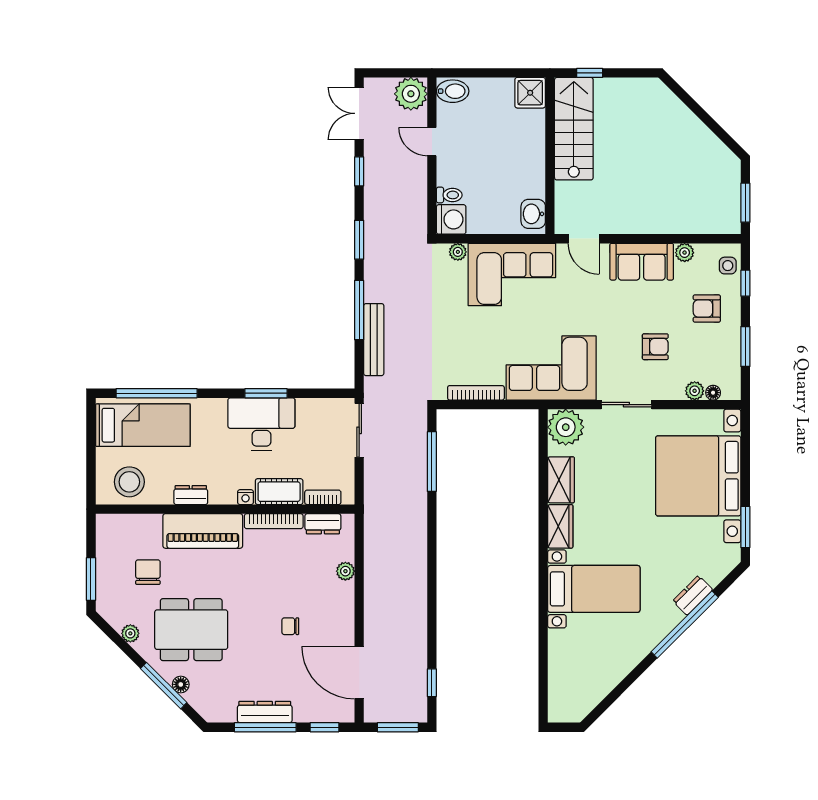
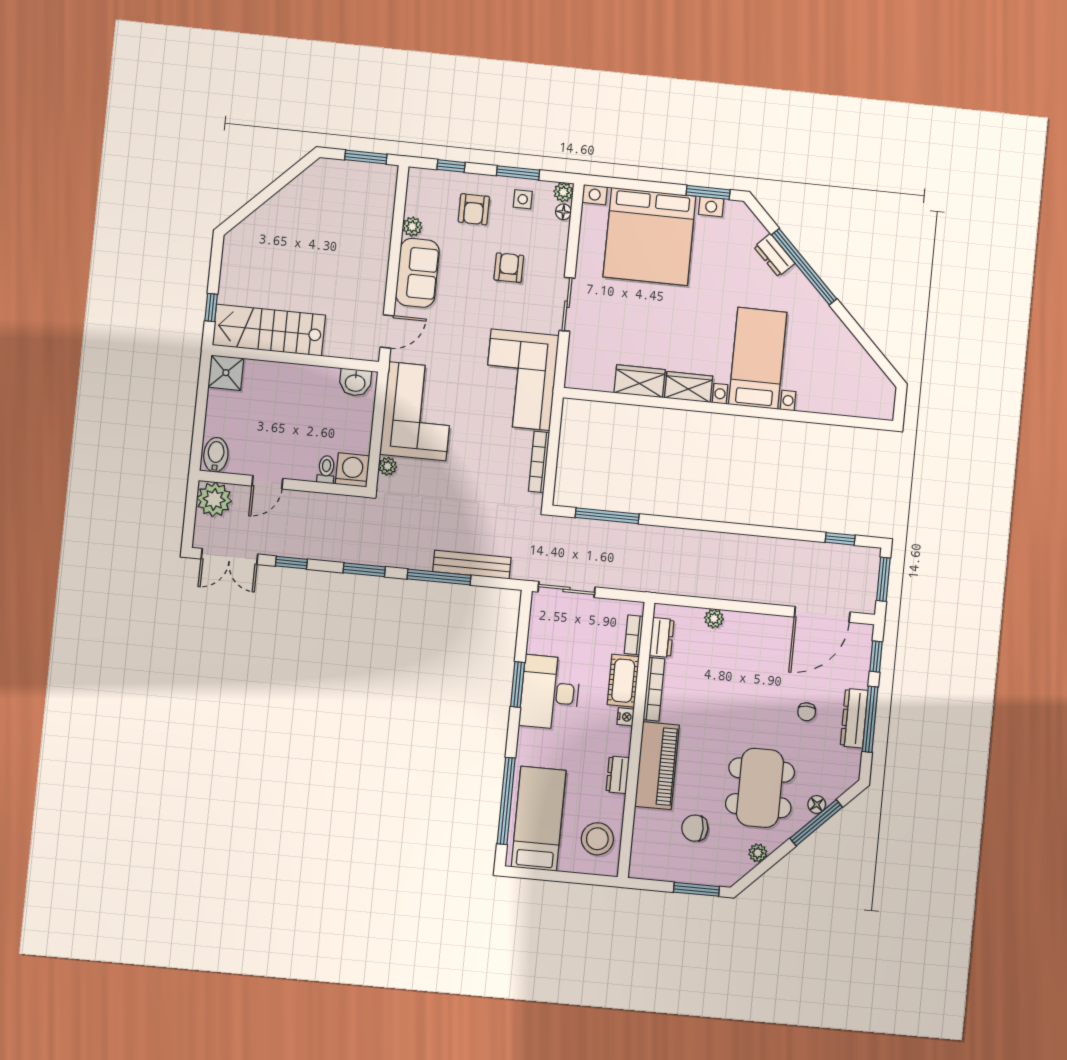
side table: (728, 266) -> (523, 199), moved
plant: (695, 391) -> (563, 192), moved
plant: (566, 427) -> (585, 371), removed
chair: (290, 626) -> (807, 712), moved

